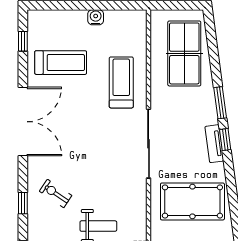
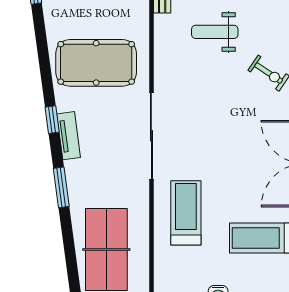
treadmill: (121, 82) -> (186, 213), turned 180
window: (225, 140) -> (52, 120), moved

